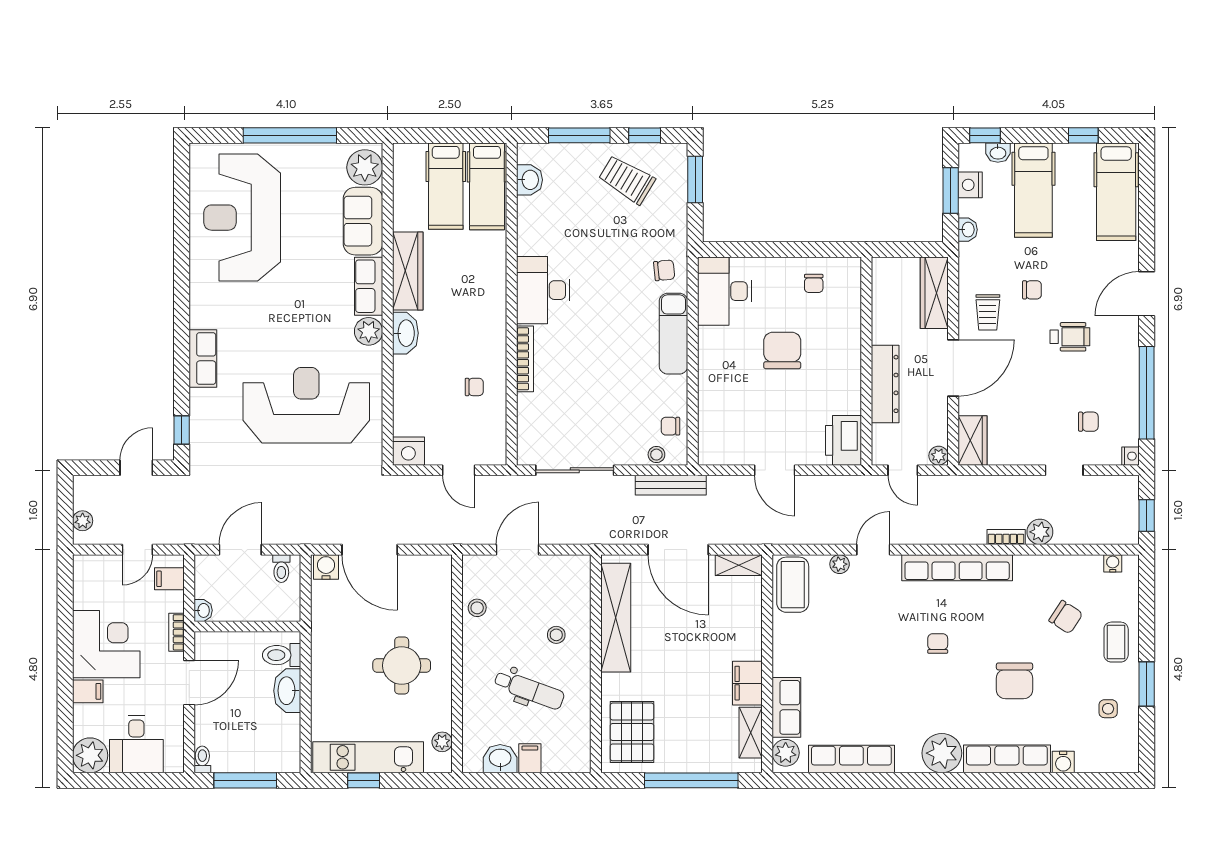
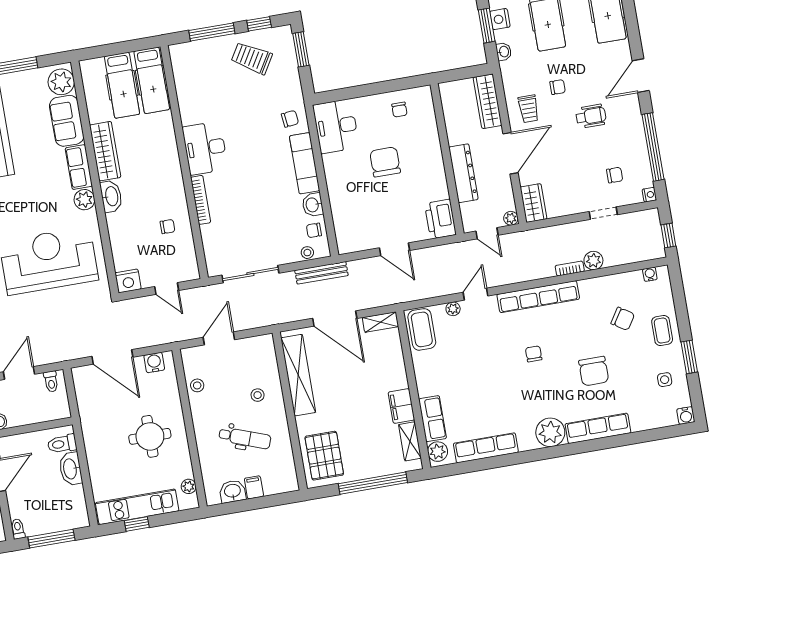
washbasin: (529, 180) -> (313, 205), moved, turned 180
water cooler: (326, 567) -> (154, 363), moved
water cooler: (1063, 762) -> (686, 415), moved

